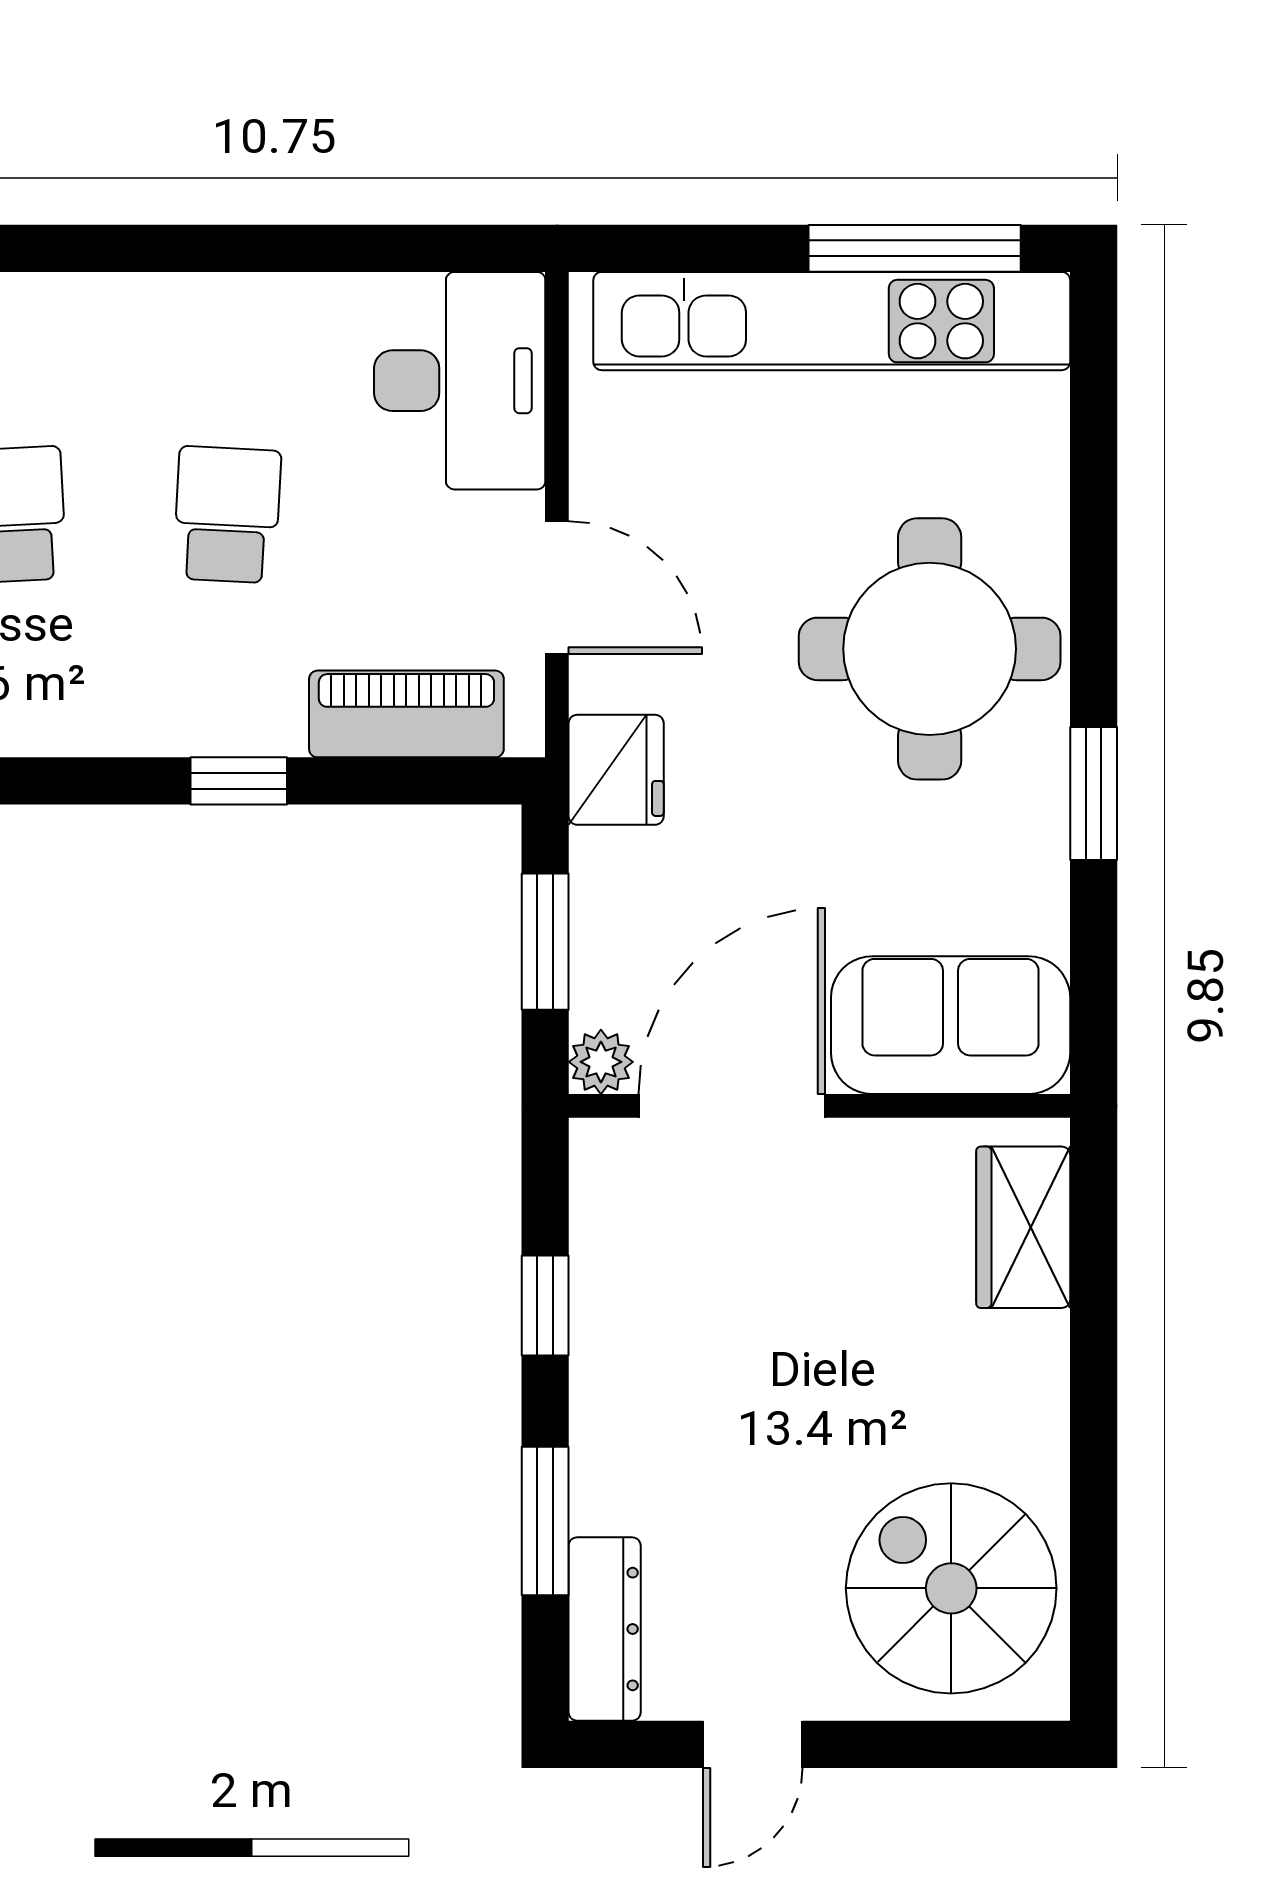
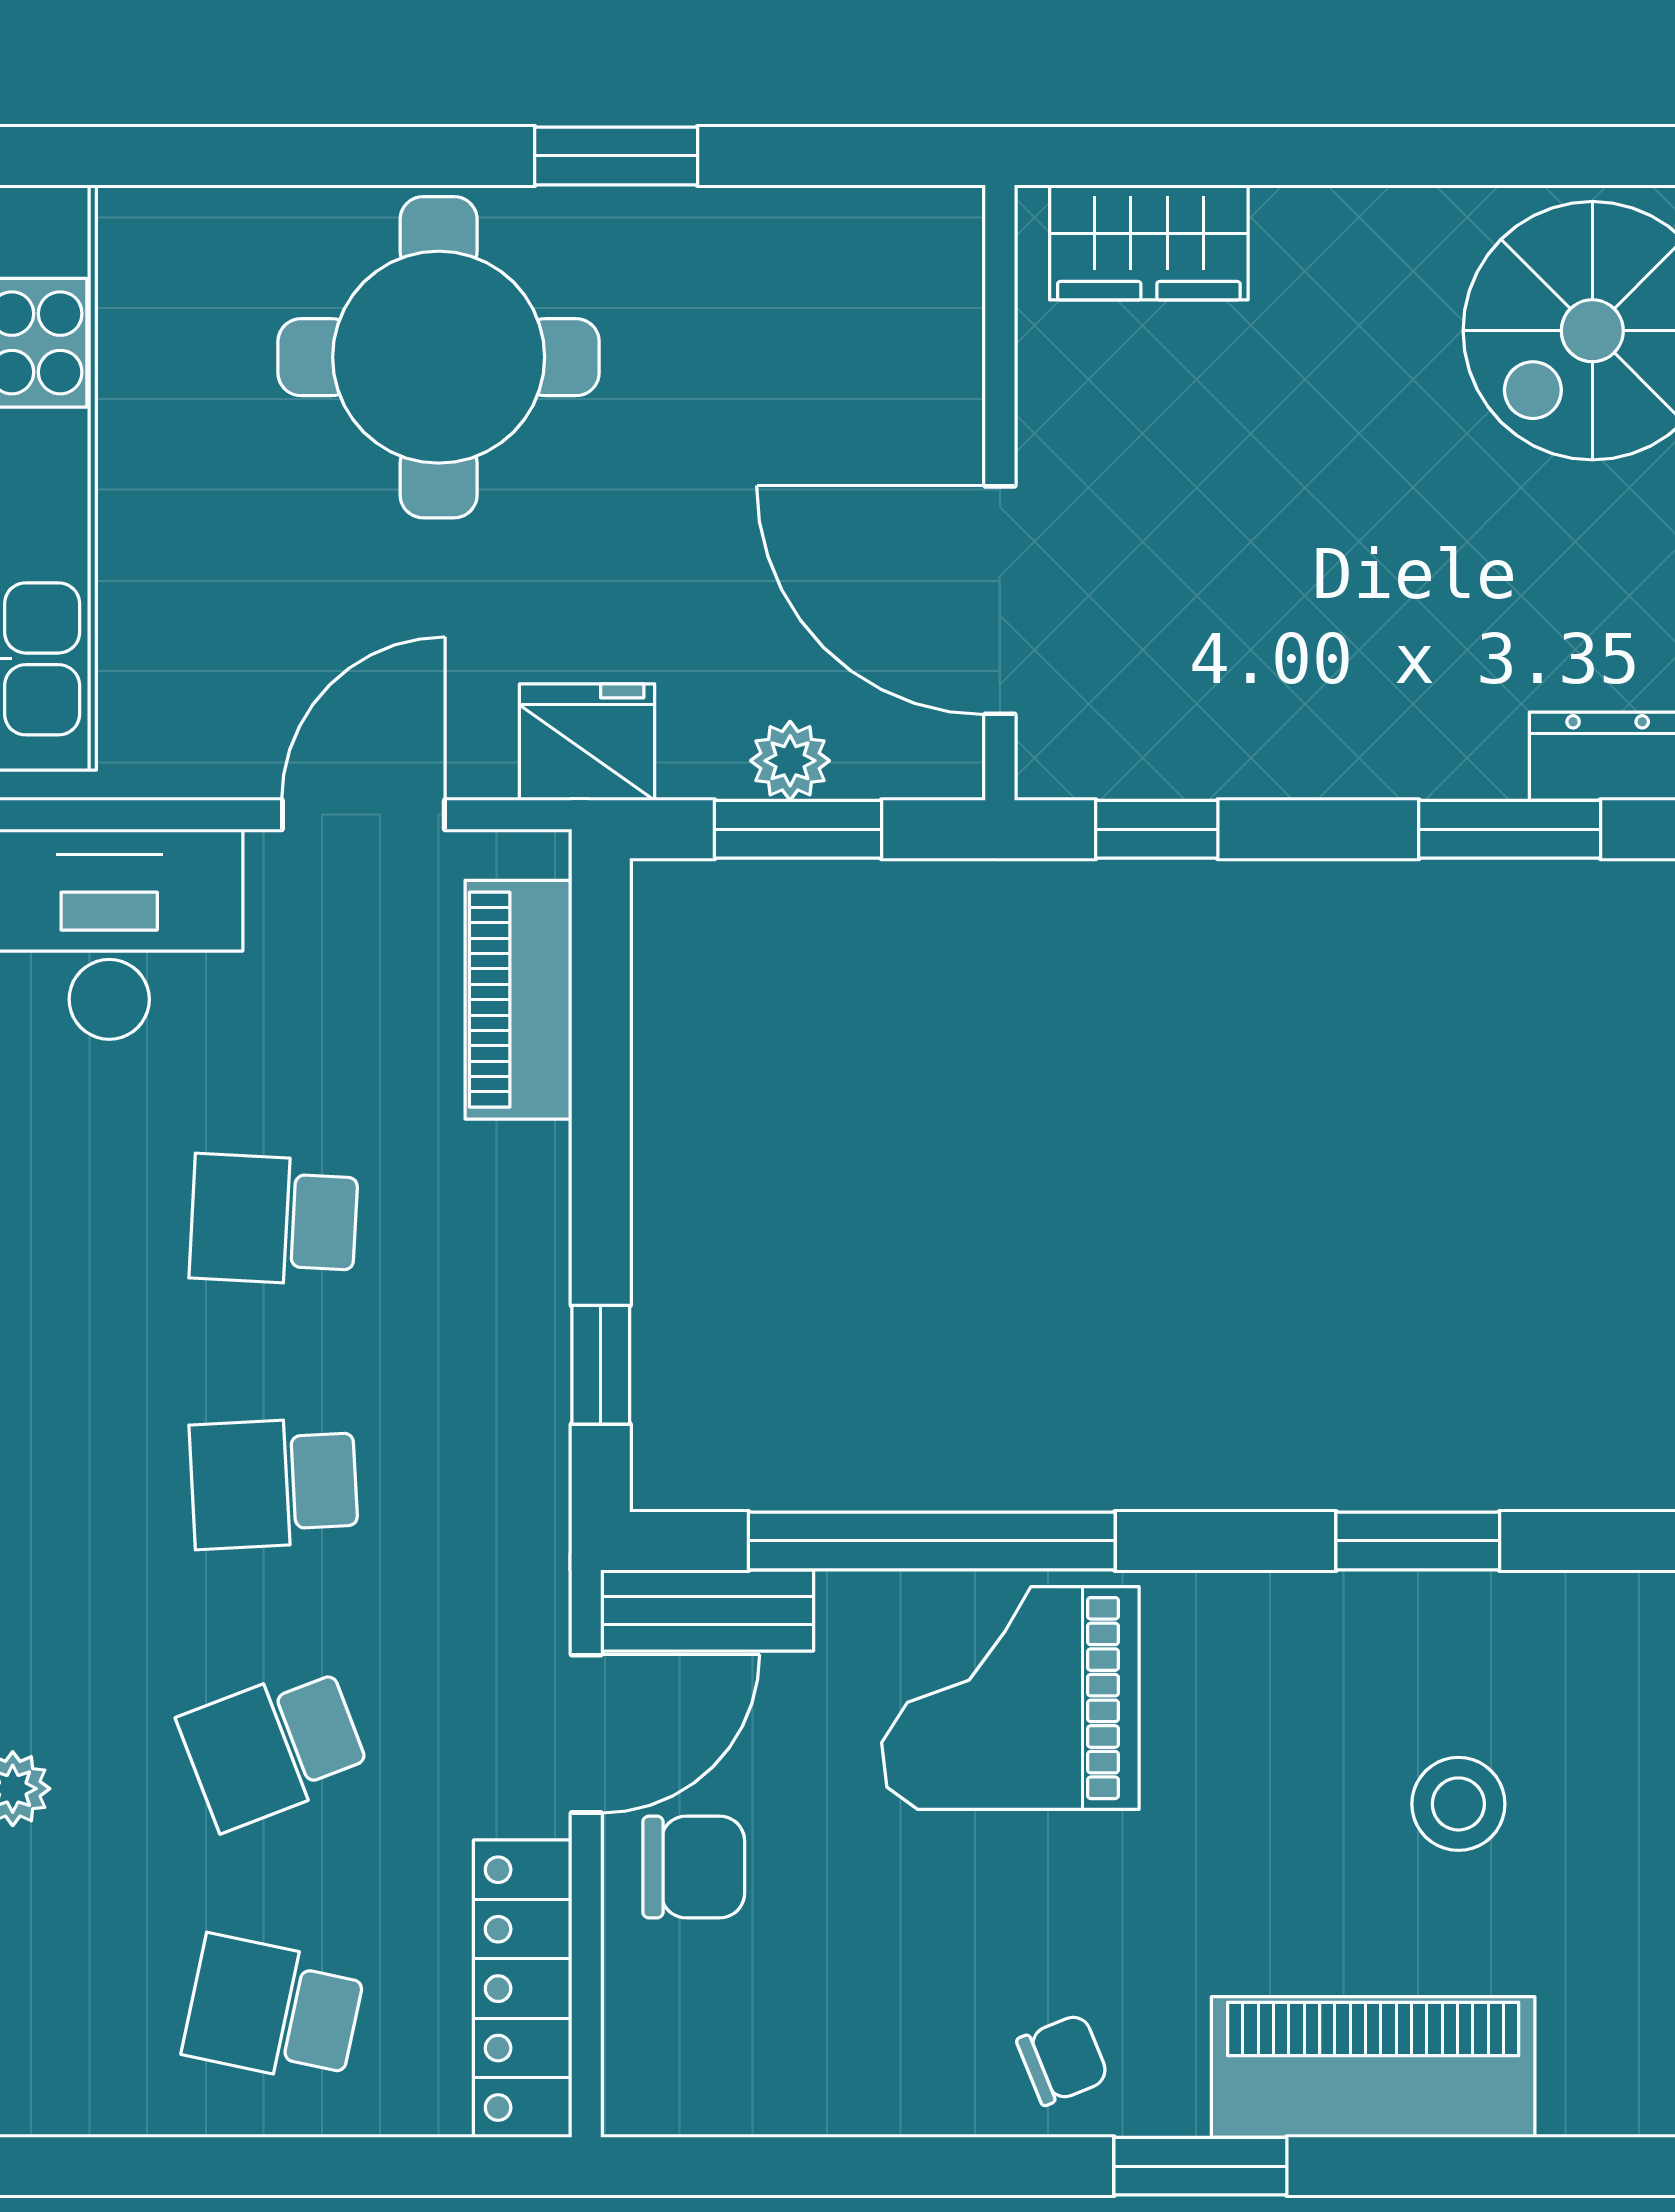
window: (239, 781) -> (601, 1365), moved
sofa: (951, 1025) -> (901, 332), removed
plant: (601, 1062) -> (790, 761), moved
window: (545, 1305) -> (1157, 829), moved

